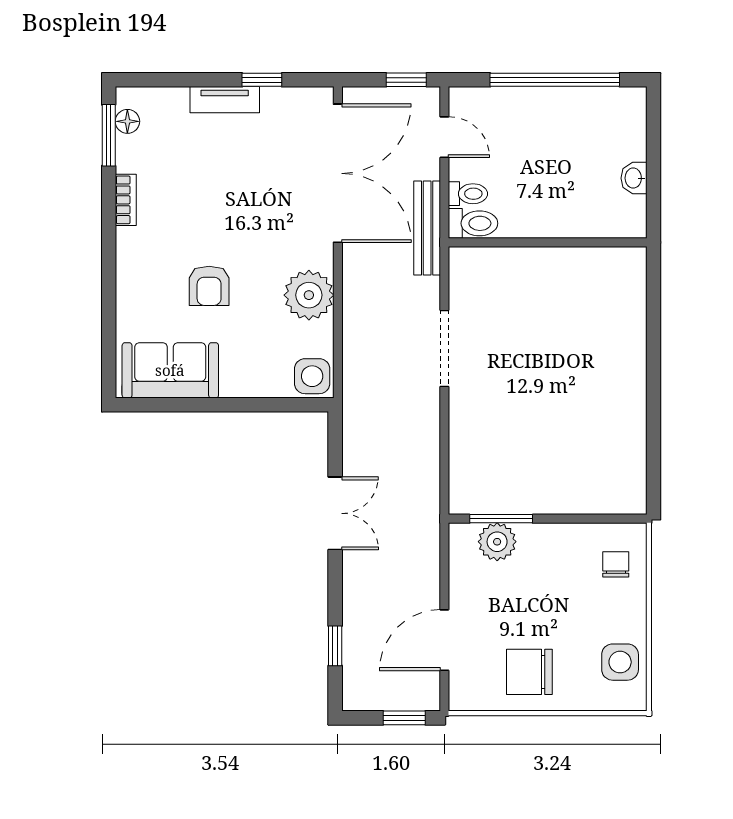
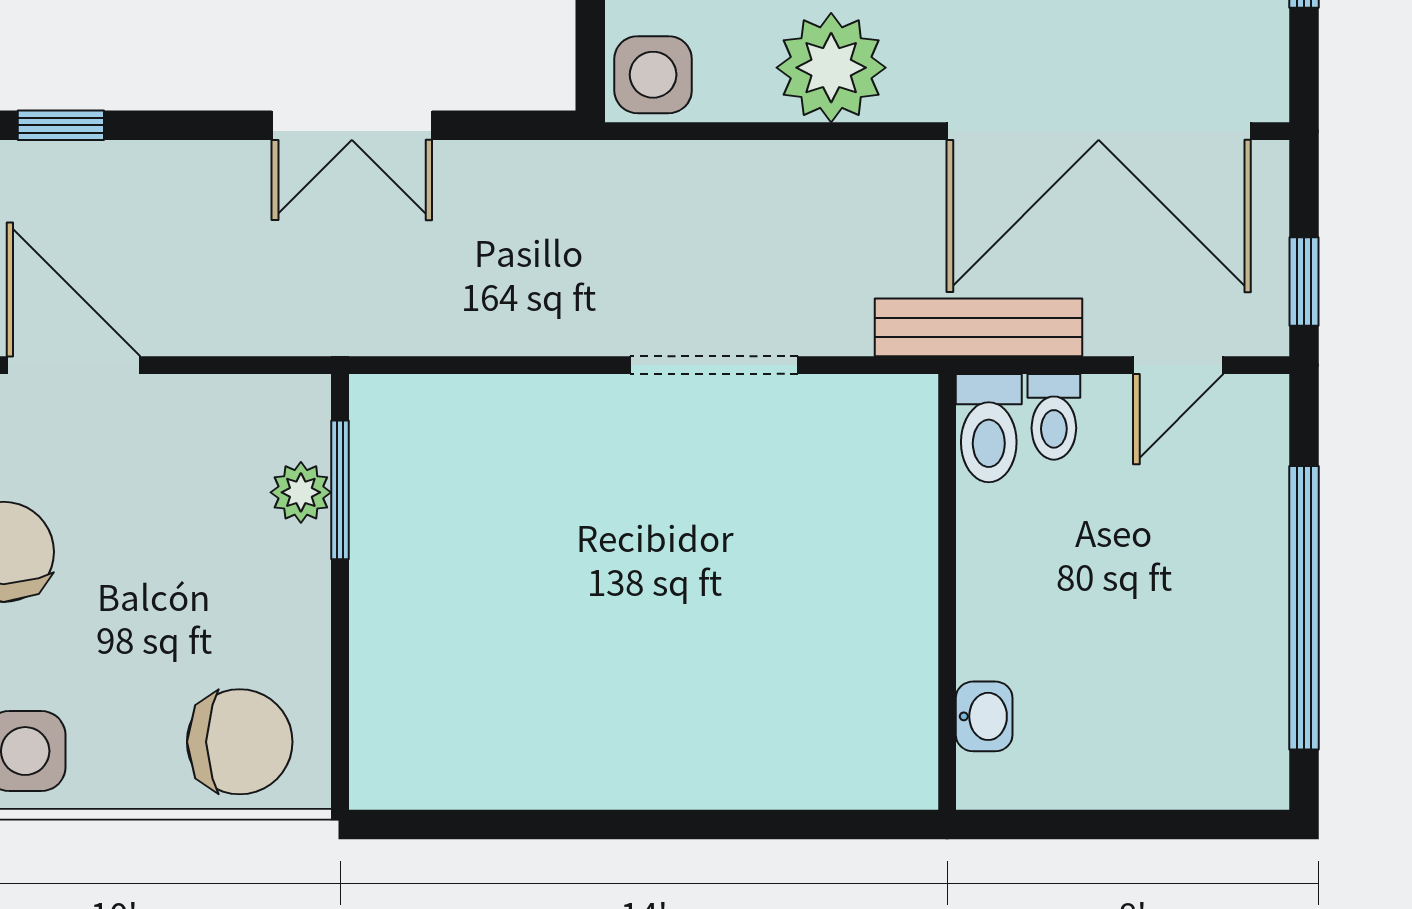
washbasin: (634, 178) -> (984, 716), moved, turned 90
plant: (497, 542) -> (301, 492), width x0.73, depth x0.73
chair: (616, 564) -> (240, 742), width x1.87, depth x1.87

